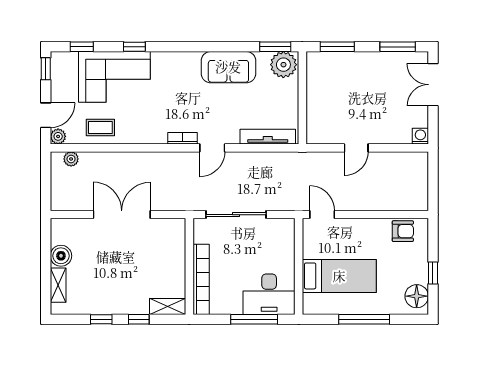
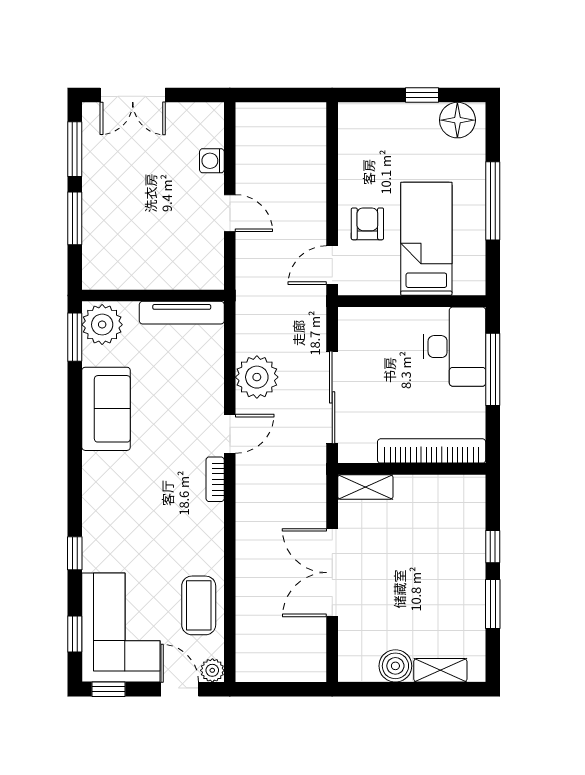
window: (337, 47) -> (75, 218), moved
corner sofa: (114, 77) -> (121, 627), moved
coffee table: (100, 128) -> (199, 605), width x1.36, depth x1.30
washing machine: (420, 136) -> (212, 161), moved
tv unit: (268, 137) -> (182, 313), moved, turned -90
door: (212, 148) -> (230, 434), hinge flipped
plant: (71, 159) -> (257, 377), moved, width x1.88, depth x1.88
armchair: (403, 231) -> (367, 224), moved
shelving: (168, 306) -> (365, 487), moved, turned 90
window: (101, 319) -> (493, 604), width x1.50

